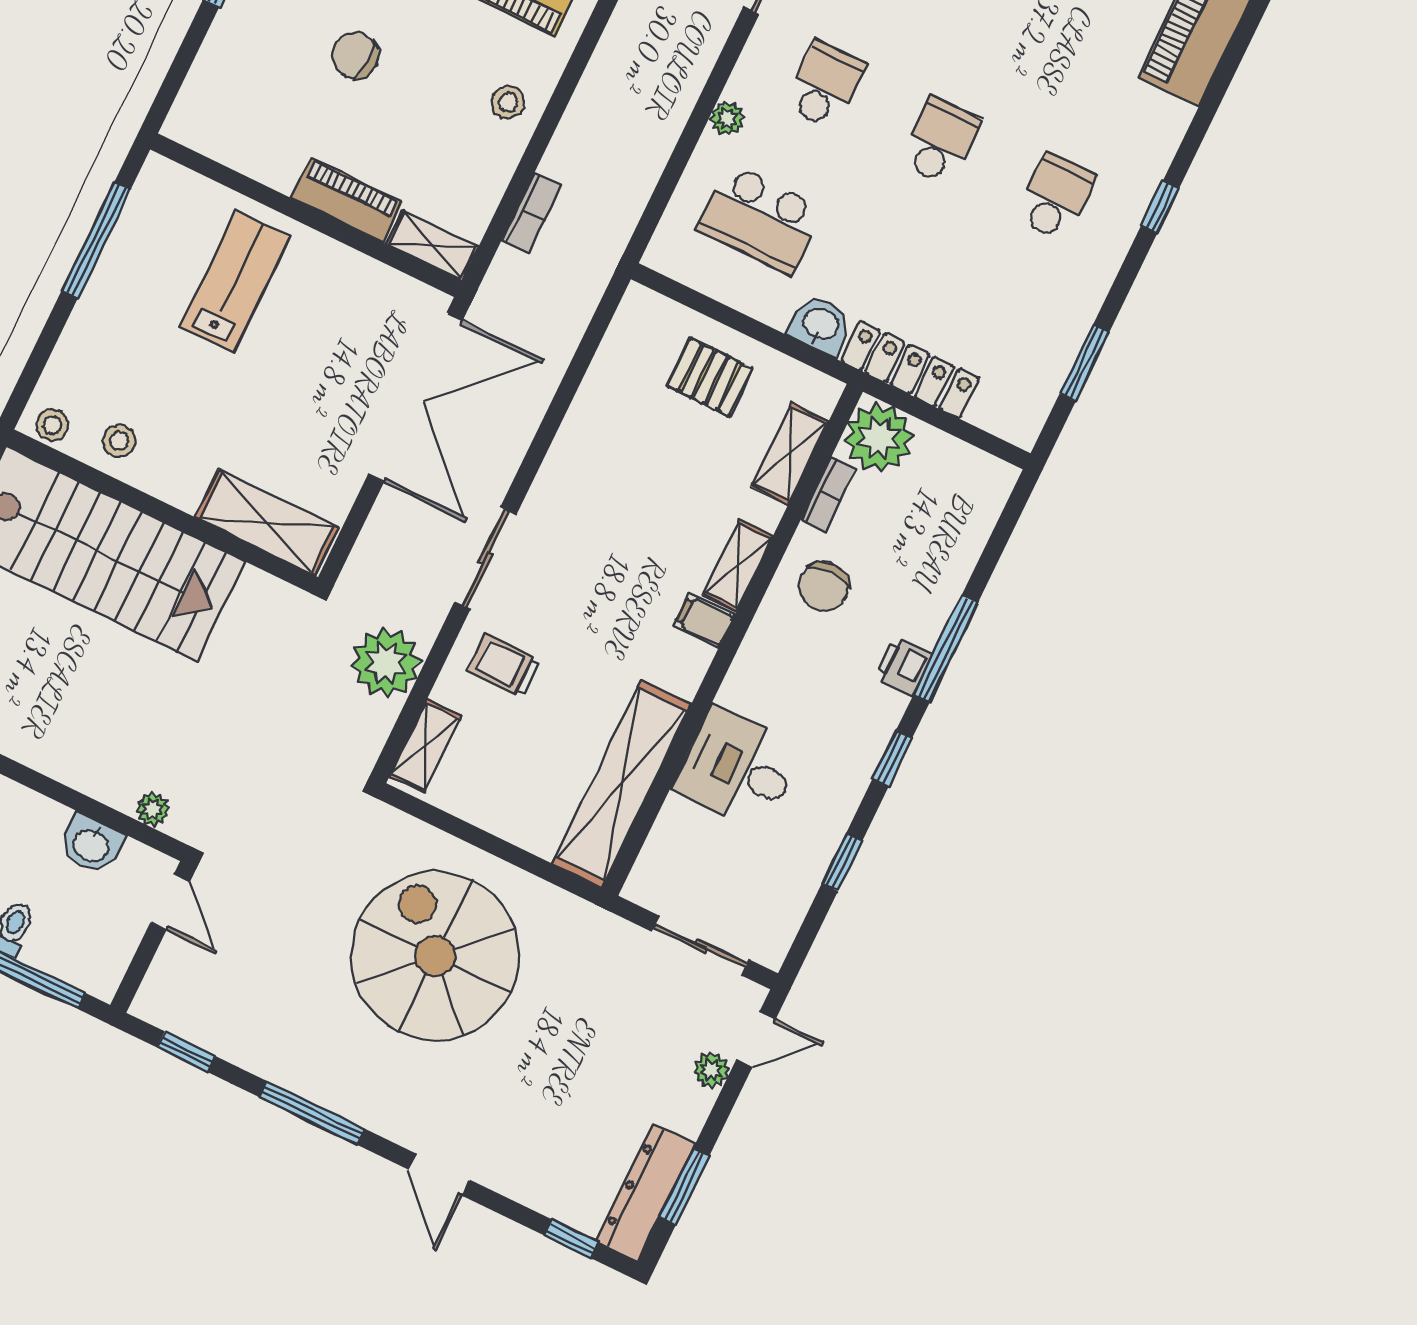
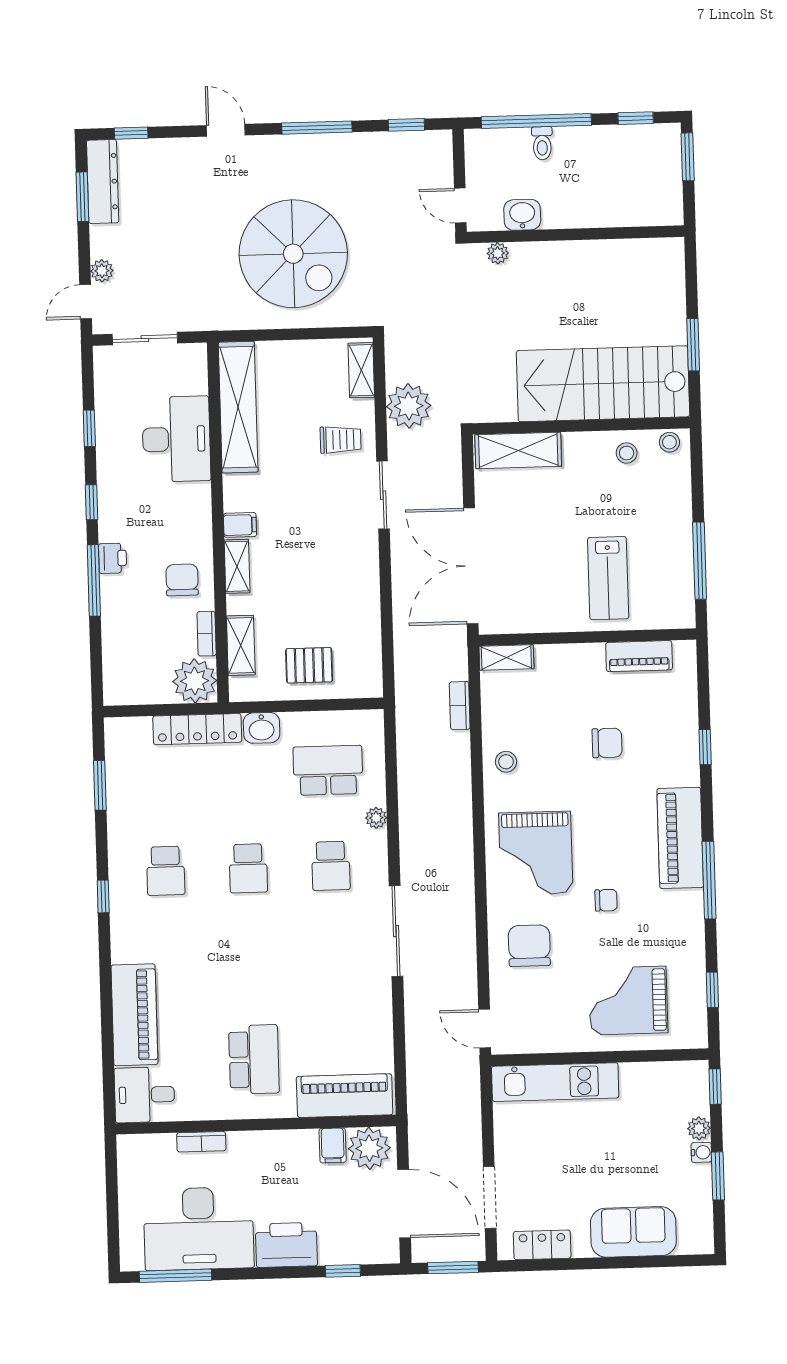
piano: (347, 200) -> (639, 656), moved
desk: (738, 768) -> (176, 439), width x1.37

